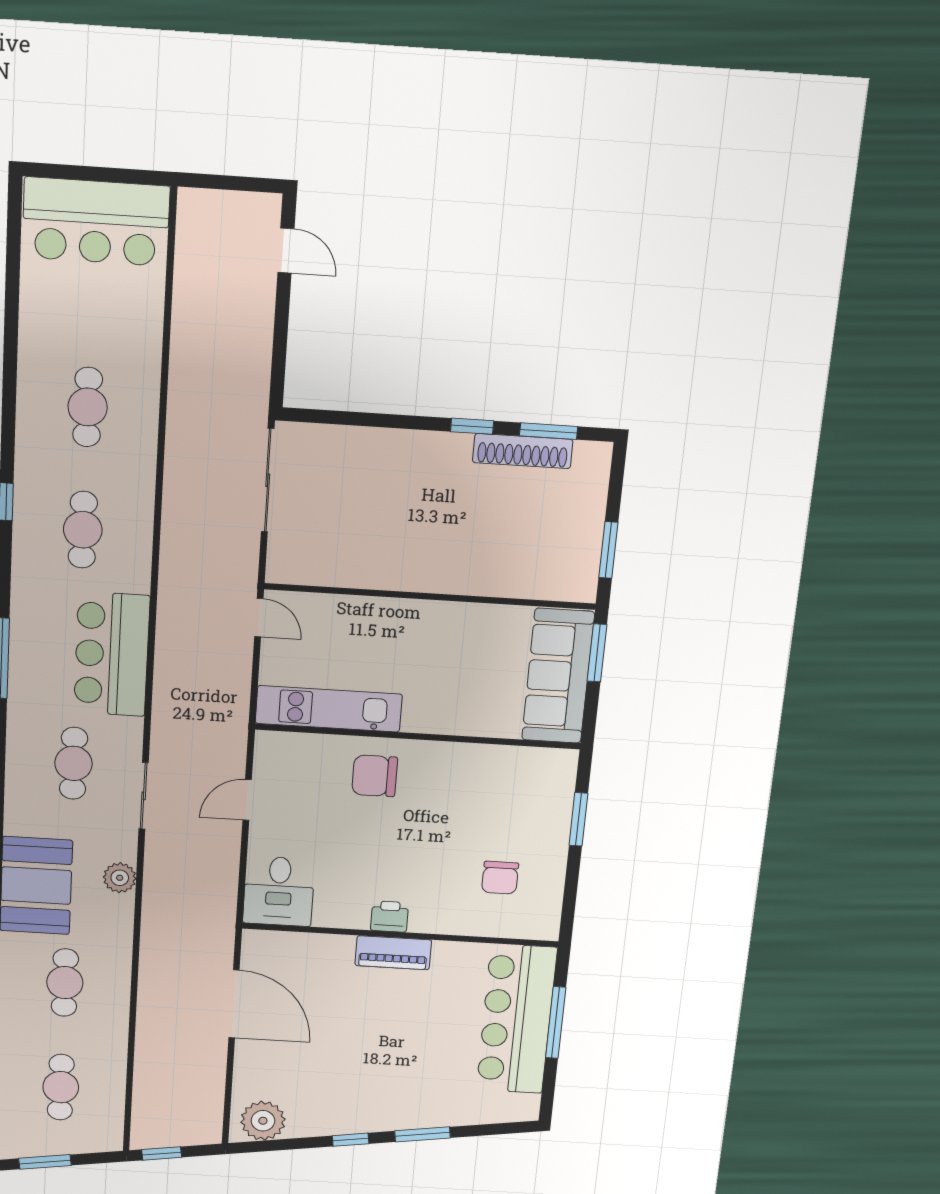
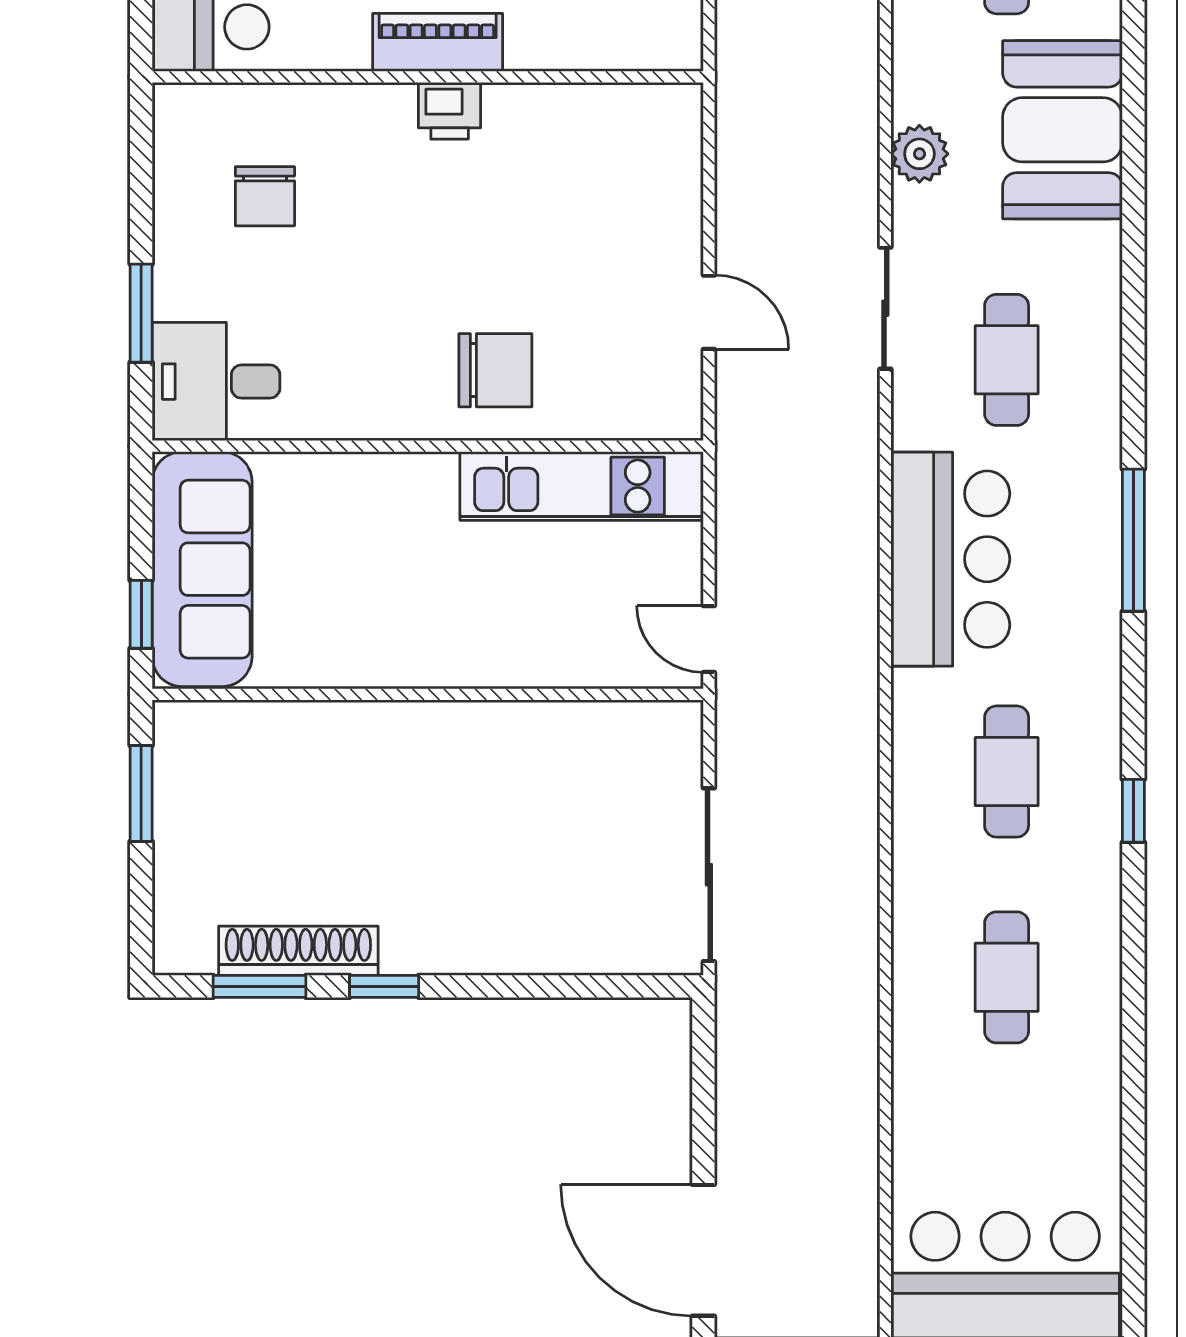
door: (286, 251) -> (703, 1250), width x1.88
window: (597, 653) -> (141, 614), width x0.67
door: (247, 800) -> (709, 312), hinge flipped
chair: (500, 878) -> (265, 196), turned 180
desk: (279, 891) -> (216, 382), moved, turned -90

